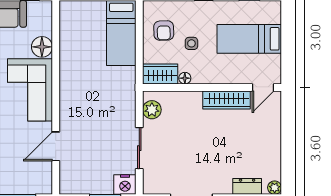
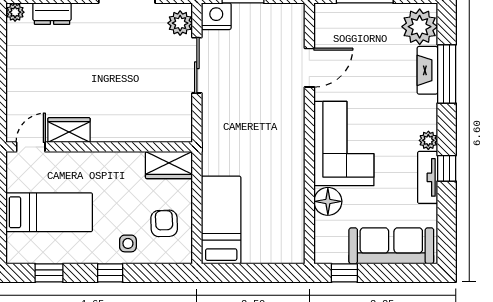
side table: (191, 43) -> (128, 243), moved
floor lamp: (185, 78) -> (136, 159), removed
wardrobe: (227, 100) -> (69, 130), width x0.67
plant: (152, 110) -> (180, 23), moved

